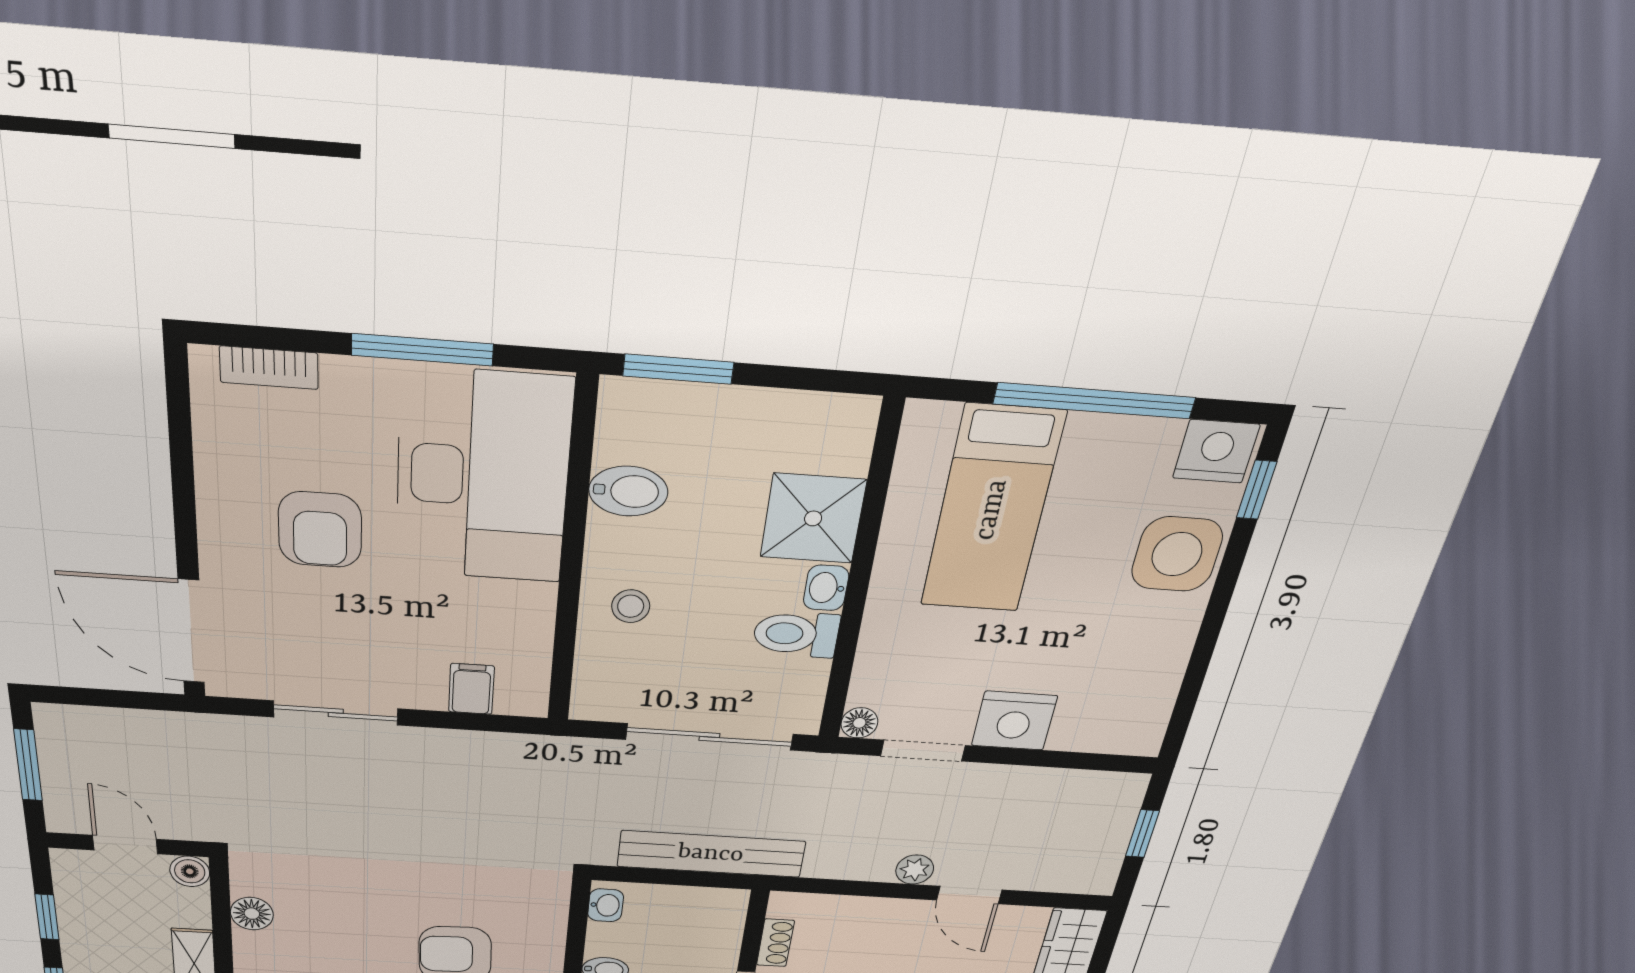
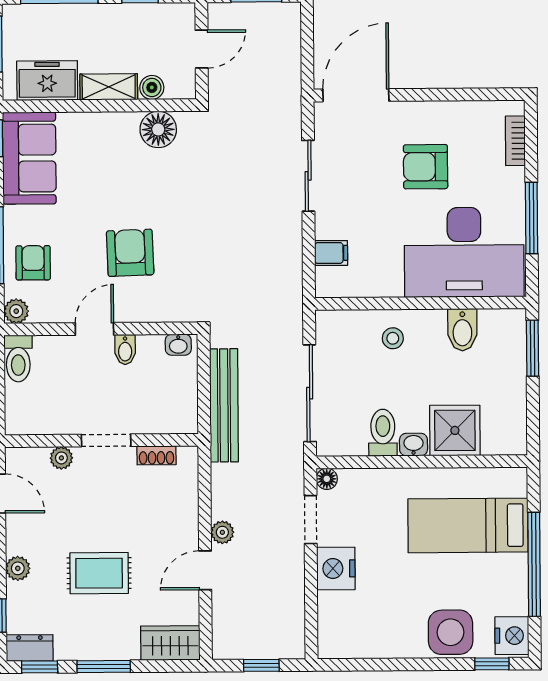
boiler: (190, 871) -> (152, 87), moved
floor lamp: (252, 914) -> (158, 129), width x1.38, depth x1.38

